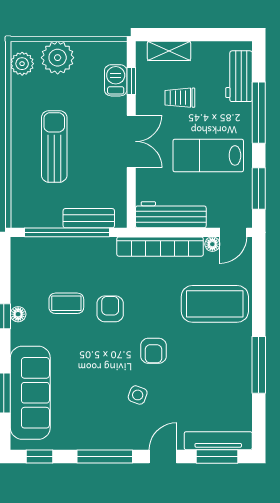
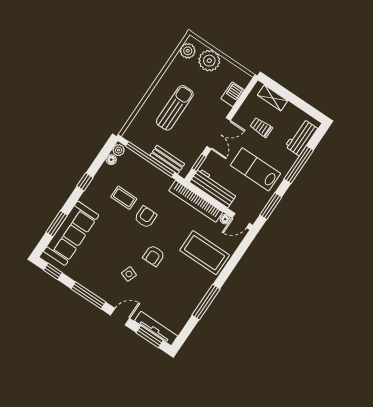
window: (131, 81) -> (199, 163), moved
plant: (19, 248) -> (119, 150), added
floor lamp: (18, 314) -> (111, 160), moved

